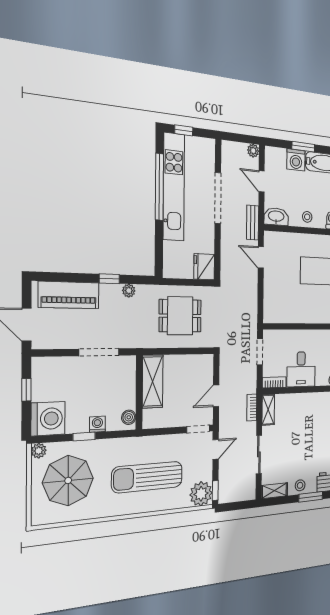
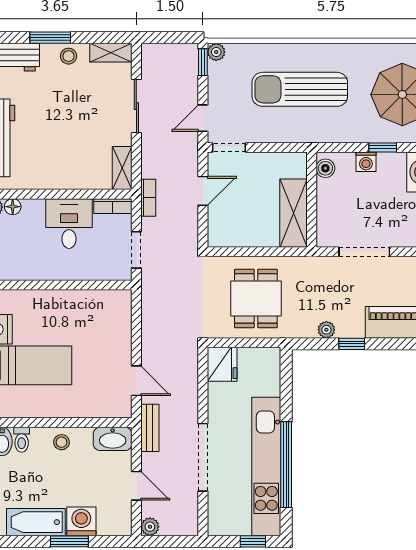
dining table: (180, 316) -> (256, 298), turned 90
bookcase: (252, 408) -> (148, 198), moved
sun lounger: (147, 477) -> (300, 89), turned 180
plant: (201, 494) -> (216, 52), width x0.53, depth x0.53

